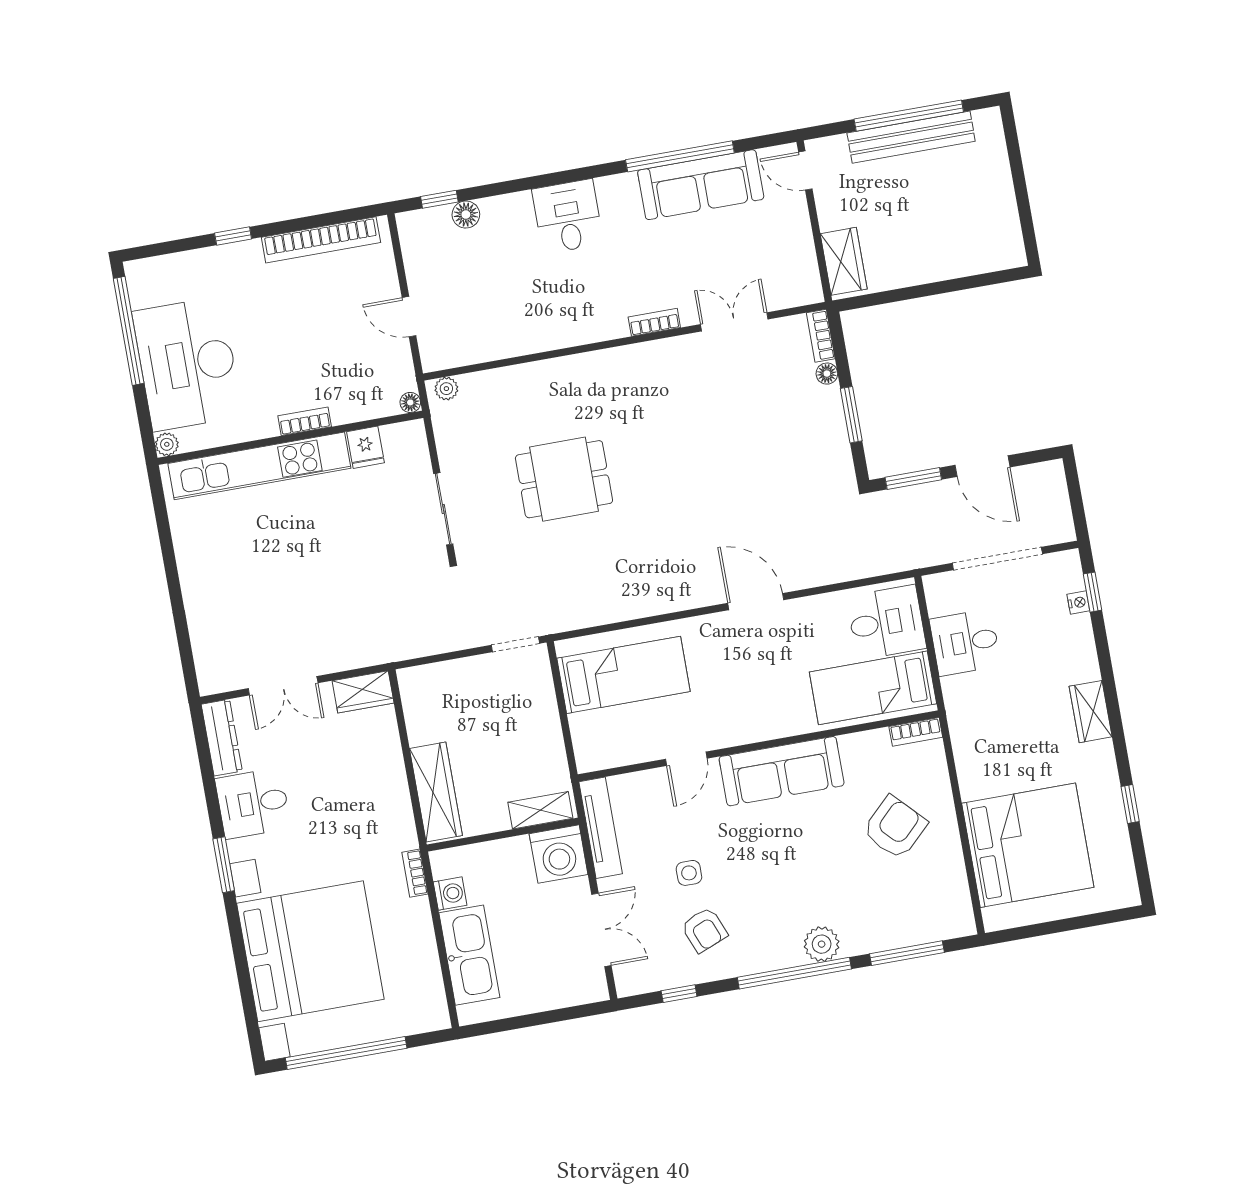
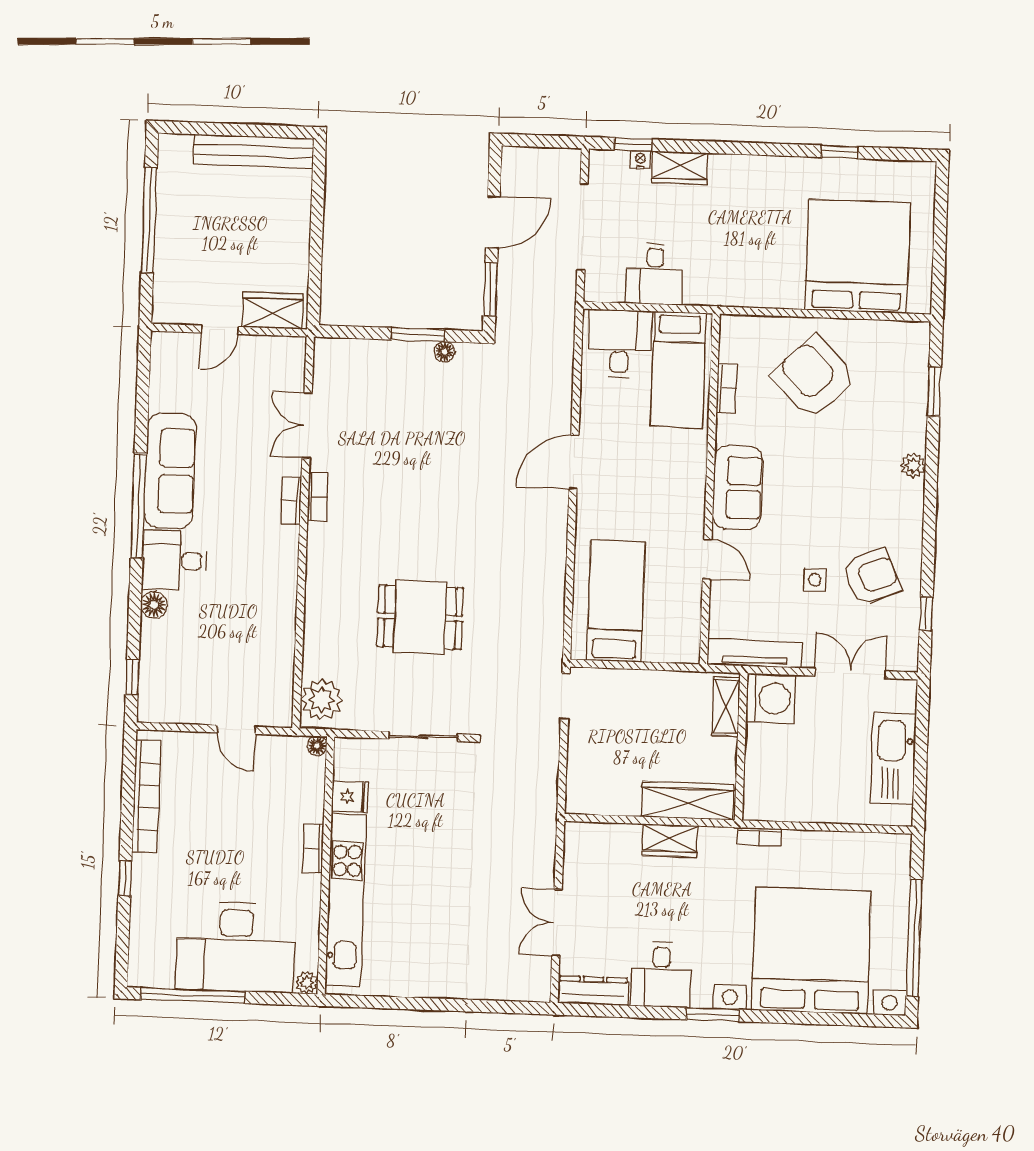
bench: (911, 137) -> (254, 151), moved, turned 90
window: (680, 156) -> (139, 506), moved
door: (805, 171) -> (220, 330), moved
sofa: (701, 185) -> (170, 471), moved
floor lamp: (466, 215) -> (154, 605), moved
door: (409, 317) -> (236, 730), hinge flipped
bookcase: (821, 336) -> (318, 497), moved, turned -90
floor lamp: (827, 374) -> (444, 352), moved
plant: (446, 389) -> (321, 700), width x1.88, depth x1.88
dining table: (564, 479) -> (420, 617), turned 90
double door: (283, 686) -> (557, 923), swing flipped
wardrobe: (363, 692) -> (670, 841), moved, turned 90
wardrobe: (1091, 712) -> (680, 168), moved
bookcase: (916, 732) -> (727, 388), moved
sofa: (782, 771) -> (738, 487), width x0.73
armchair: (895, 827) -> (814, 377), width x1.36, depth x1.36
washing machine: (450, 894) -> (786, 808), removed
armchair: (704, 930) -> (871, 577), width x1.38, depth x1.38
plant: (822, 944) -> (913, 465), width x0.73, depth x0.73
window: (907, 953) -> (934, 392), width x0.69
kitchen sink: (469, 955) -> (893, 759), moved, turned -90
window: (794, 973) -> (930, 501), removed

